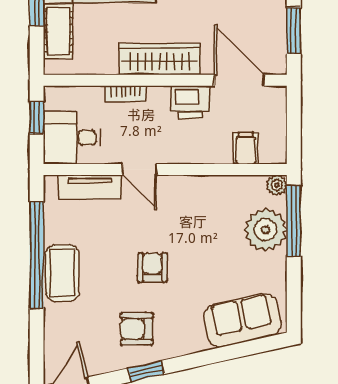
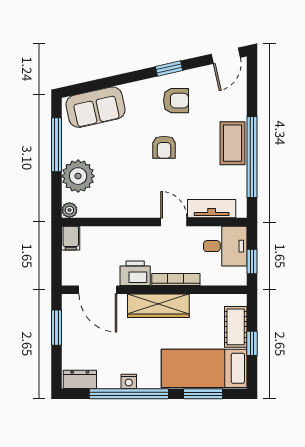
bookcase: (126, 94) -> (176, 280), width x1.56
filing cabinet: (246, 148) -> (71, 238), moved
window: (294, 221) -> (57, 145), moved

